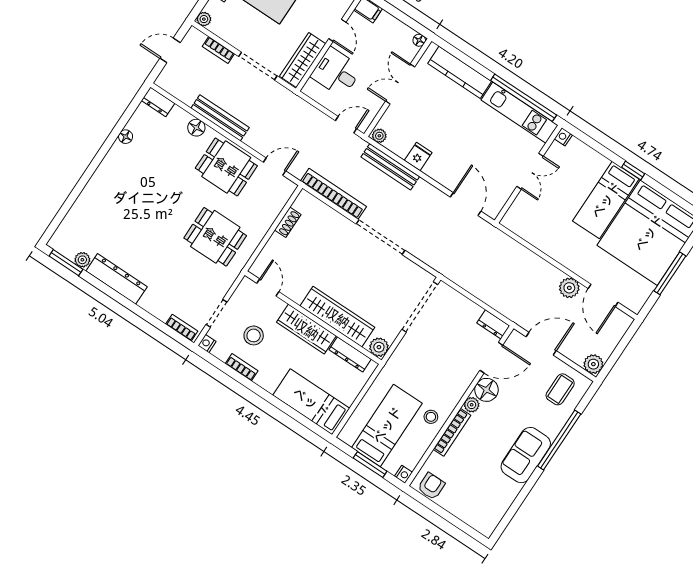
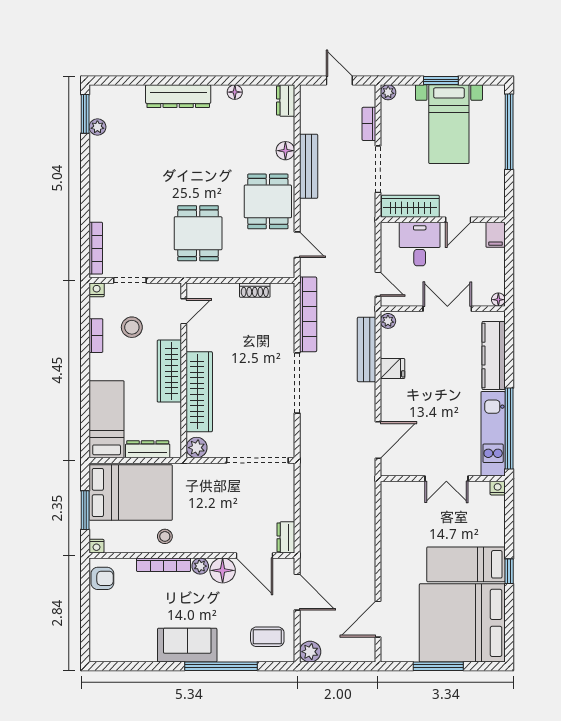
dresser: (117, 279) -> (178, 96), moved, turned 90
plant: (569, 288) -> (365, 584), removed
bookcase: (182, 328) -> (96, 248), width x1.56
dresser: (350, 354) -> (148, 449), moved, turned 90
bed: (387, 425) -> (131, 493), width x1.50

